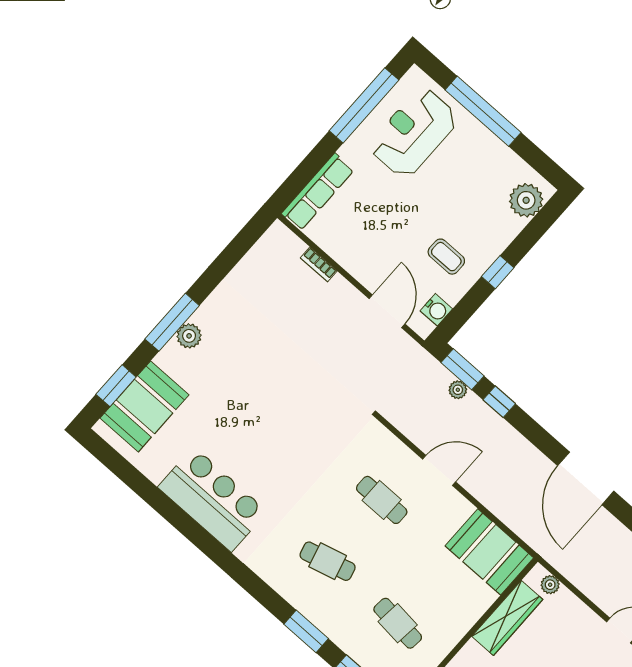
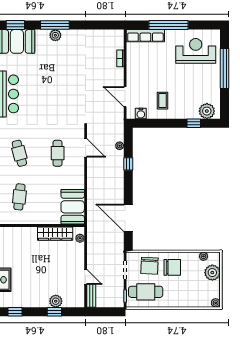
window: (364, 105) -> (169, 25), moved
window: (498, 272) -> (194, 123), moved
door: (387, 311) -> (125, 97), swing flipped
window: (463, 369) -> (128, 141), removed
door: (439, 470) -> (86, 148), moved
door: (586, 478) -> (128, 218), hinge flipped

